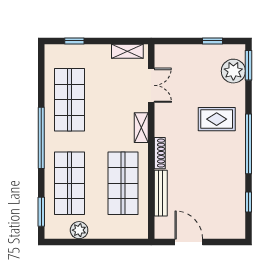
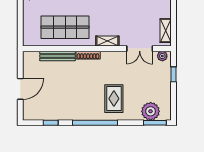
window: (213, 41) -> (173, 74), moved
plant: (161, 56) -> (162, 56), added
door: (189, 242) -> (20, 89), moved

